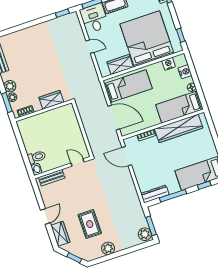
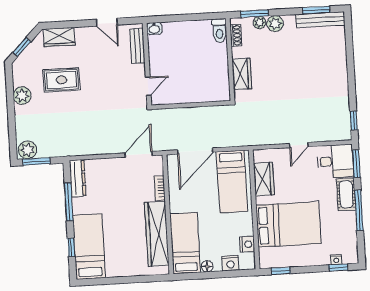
bed: (147, 39) -> (288, 224), width x0.73
toilet: (37, 157) -> (219, 31), moved
door: (45, 216) -> (107, 22), moved

